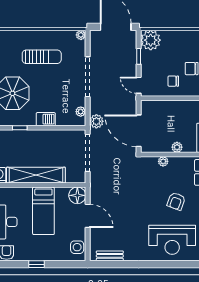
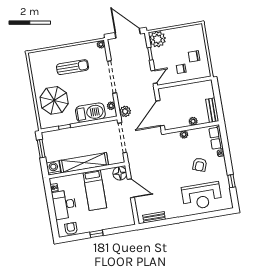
door: (139, 85) -> (154, 77), swing flipped
barbecue: (46, 119) -> (90, 113), width x1.88, depth x1.53
door: (139, 131) -> (160, 113), hinge flipped
side table: (77, 247) -> (127, 215), removed

